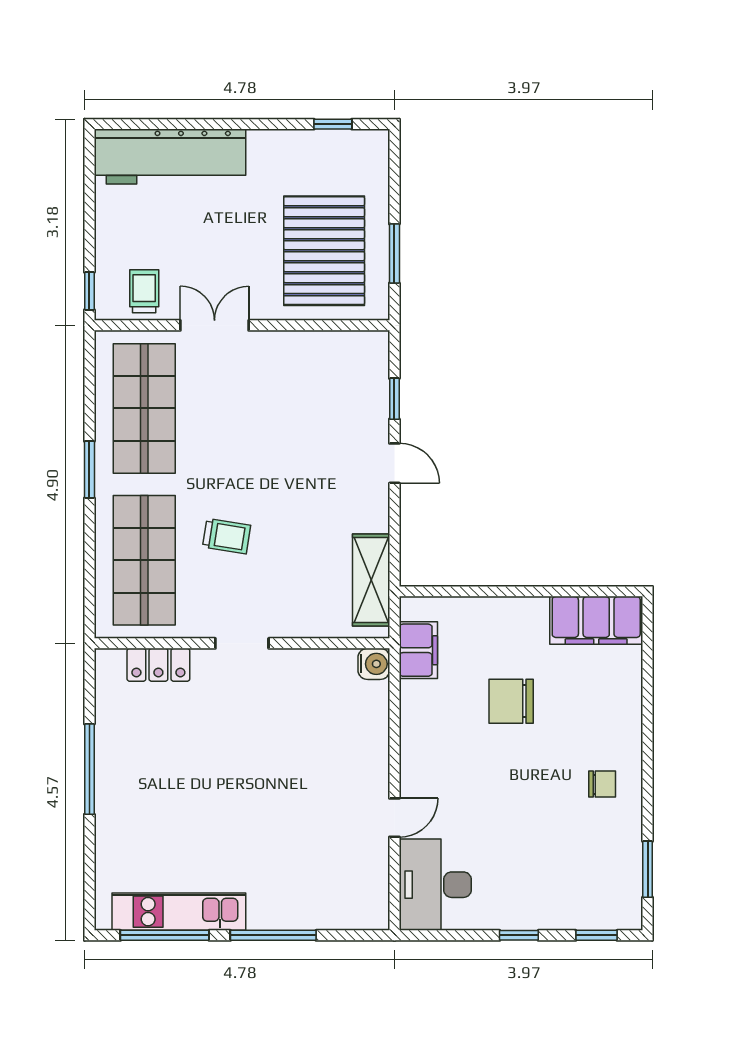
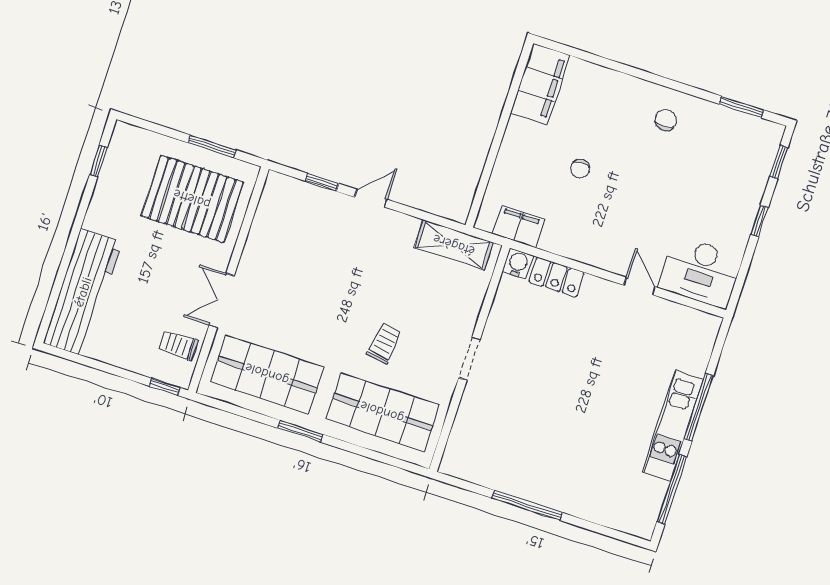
locker: (158, 665) -> (556, 277), moved, turned 90
chair: (511, 701) -> (580, 169), width x0.54, depth x0.54
kitchen unit: (179, 912) -> (673, 426), moved

